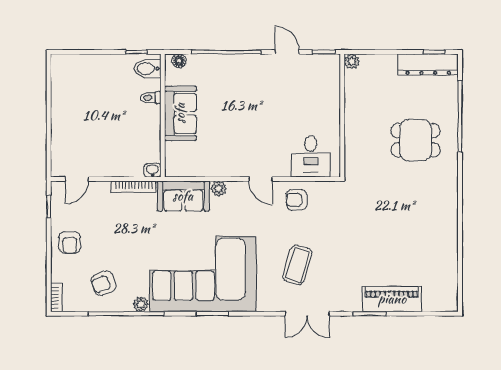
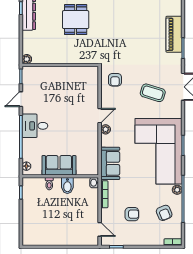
bidet: (148, 69) -> (67, 186), moved
desk: (311, 156) -> (35, 126), moved, turned 180
plant: (219, 189) -> (106, 129), moved
armchair: (297, 200) -> (115, 80), moved
armchair: (70, 242) -> (132, 214), moved

